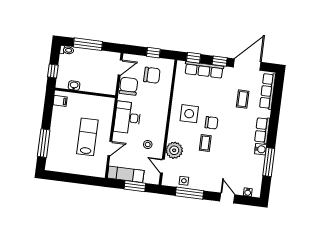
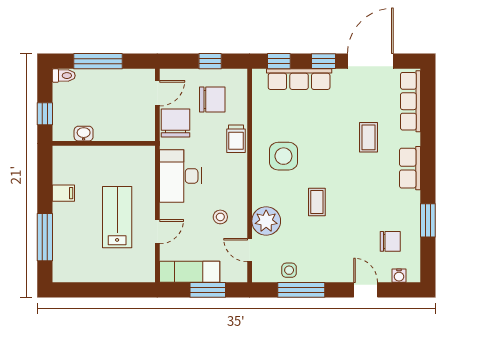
coffee table: (243, 99) -> (369, 137), moved
trolley: (163, 100) -> (236, 139), added
filing cabinet: (60, 101) -> (63, 193), moved
chair: (211, 123) -> (390, 241), moved
water cooler: (261, 149) -> (411, 201), removed
window: (269, 162) -> (428, 220), width x0.69

